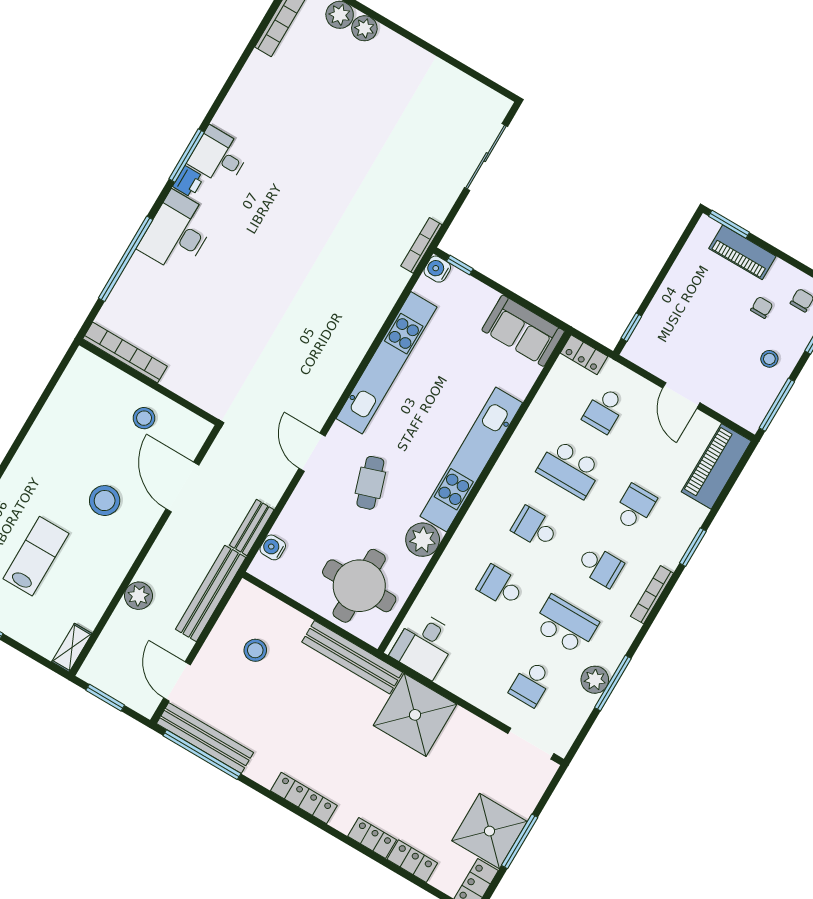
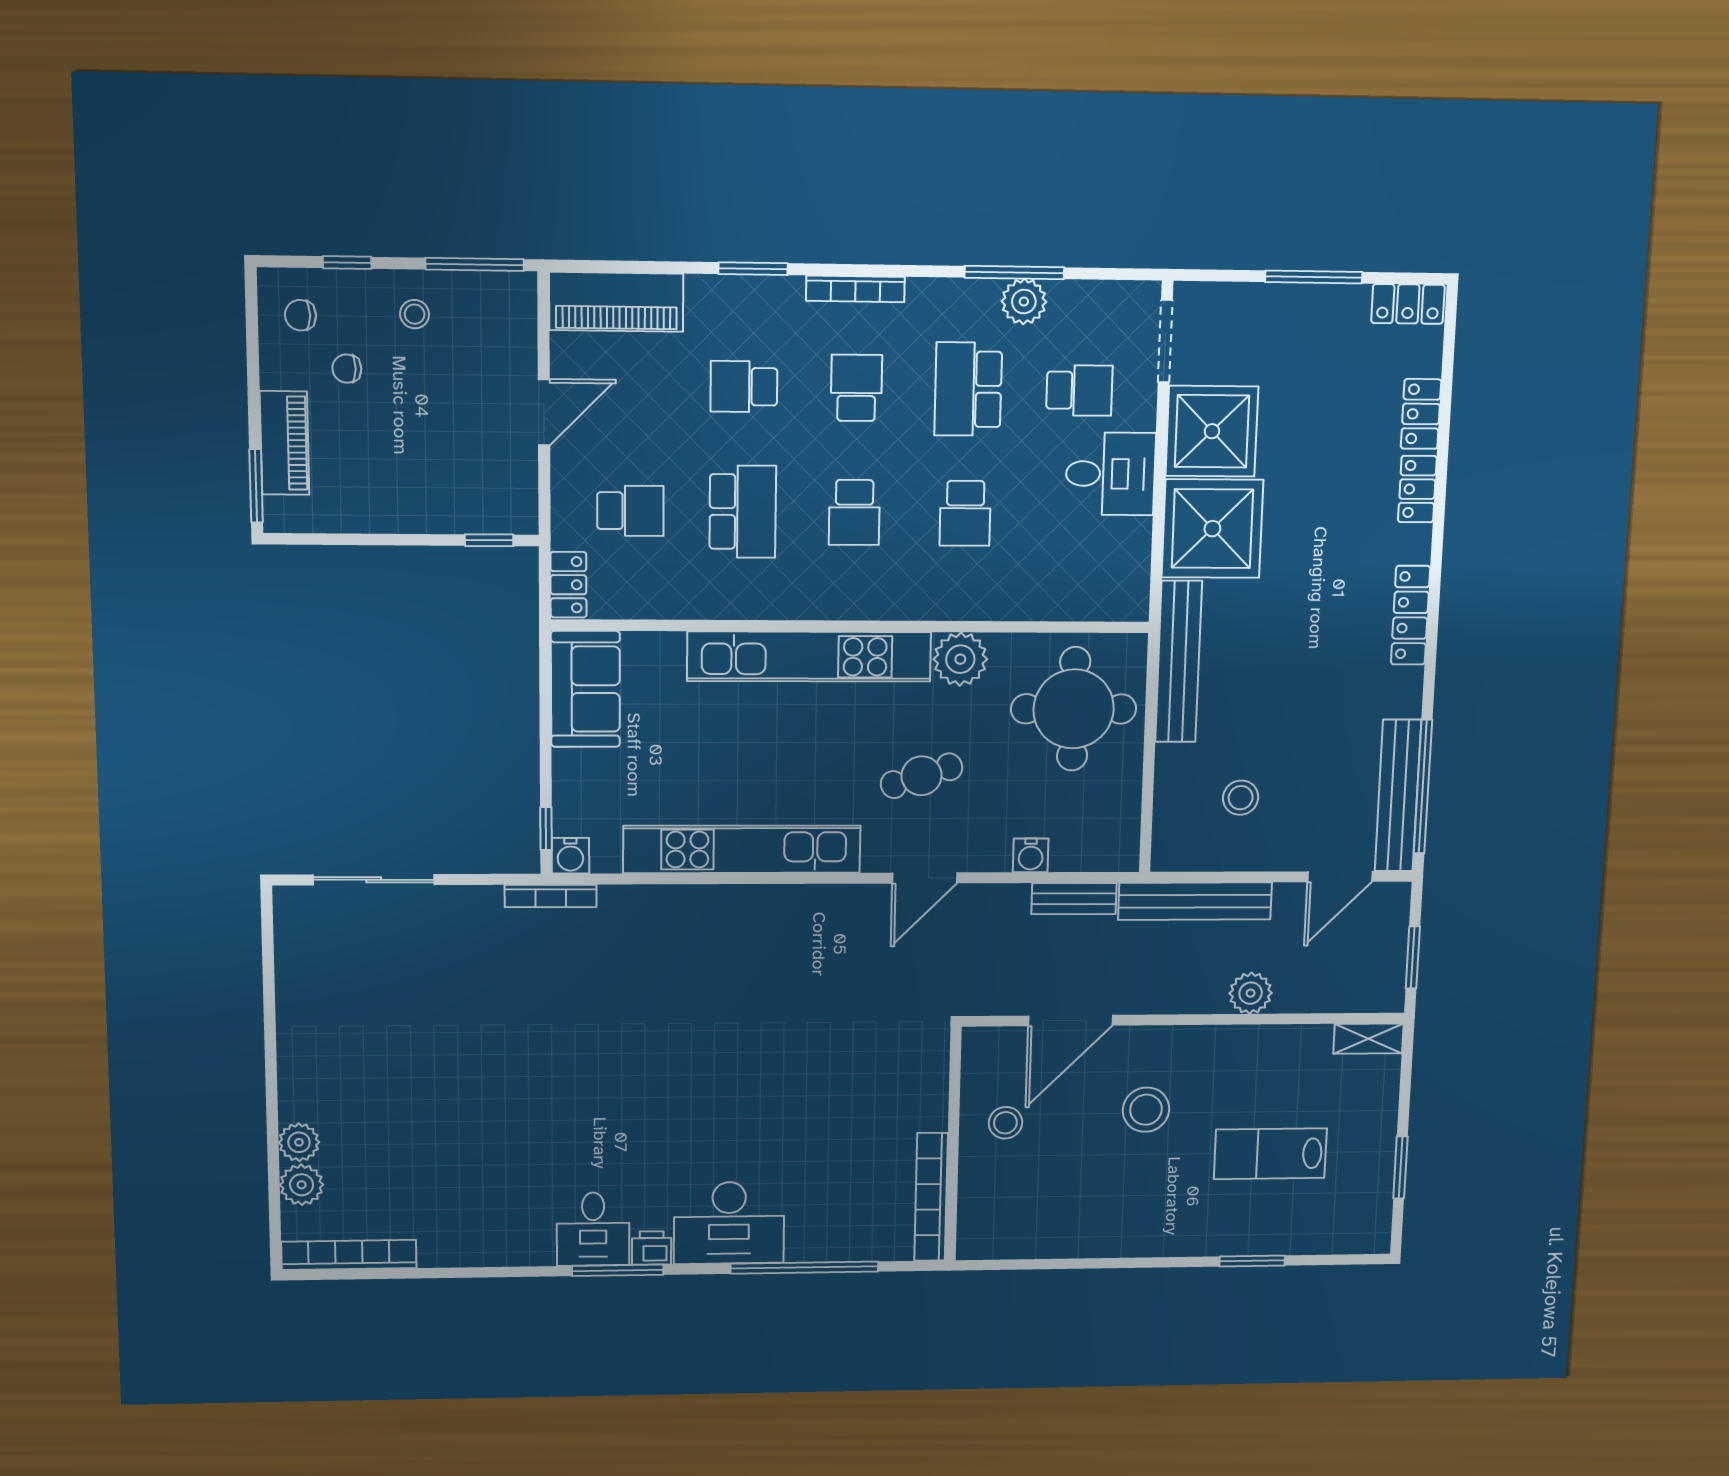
water cooler: (273, 547) -> (1031, 855), moved
desk: (424, 645) -> (1110, 474), moved
shower: (490, 831) -> (1212, 431), moved

